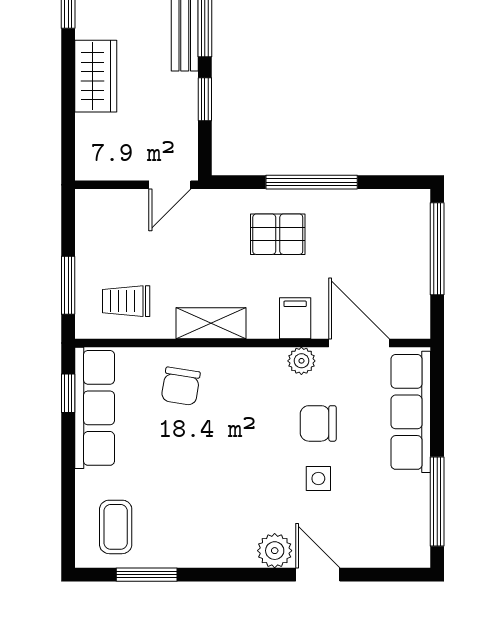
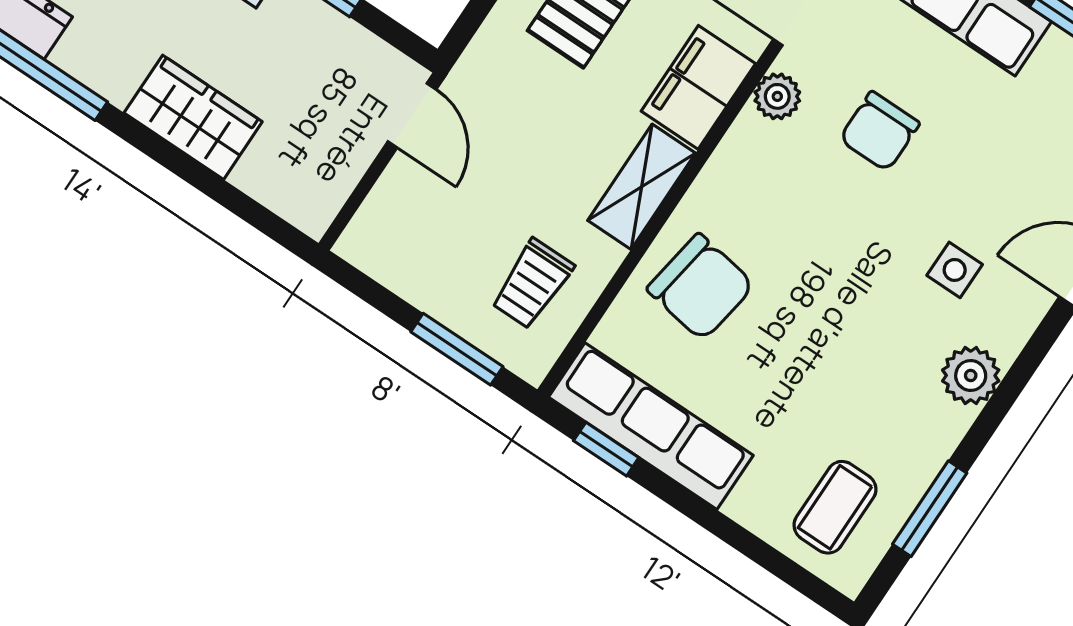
filing cabinet: (295, 318) -> (698, 87), width x2.00
chair: (181, 386) -> (701, 287), width x1.37, depth x1.37
side table: (318, 479) -> (955, 270), moved
coffee table: (116, 527) -> (835, 507), turned 90
plant: (275, 551) -> (971, 376), moved

